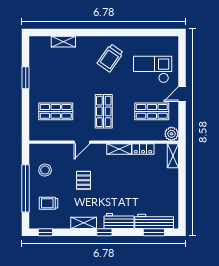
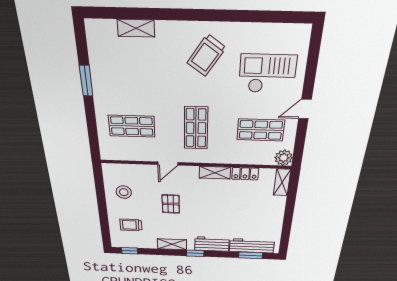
window: (26, 188) -> (103, 210), removed

